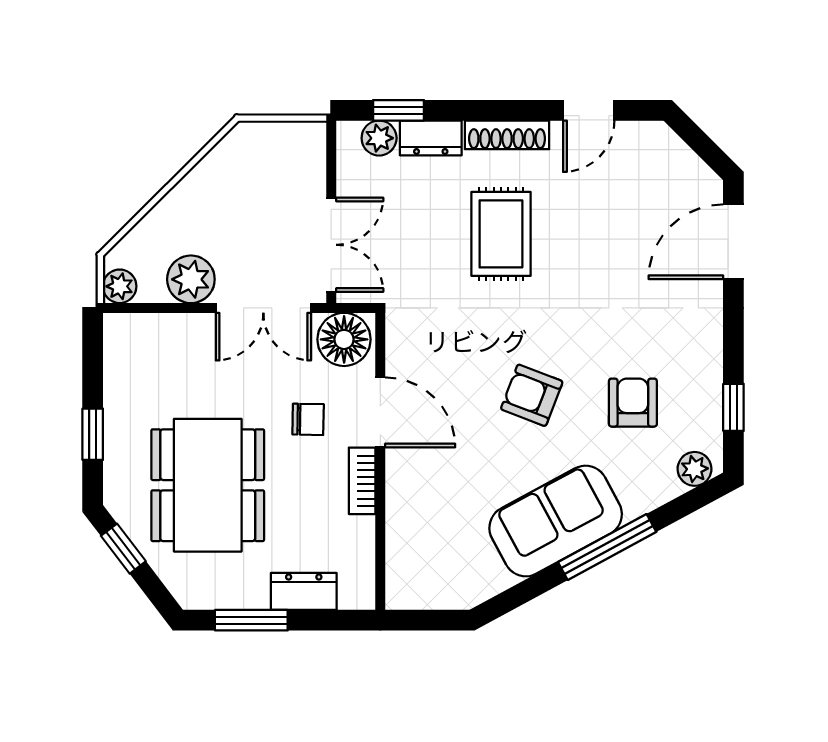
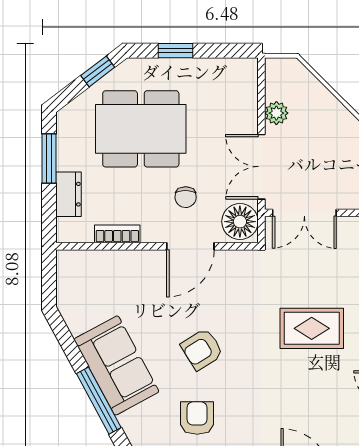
plant: (191, 279) -> (276, 113), width x0.73, depth x0.73
plant: (120, 286) -> (276, 69), removed
armchair: (532, 395) -> (202, 349), turned -143
armchair: (633, 403) -> (197, 418), turned -90
bookcase: (362, 481) -> (117, 234), moved

